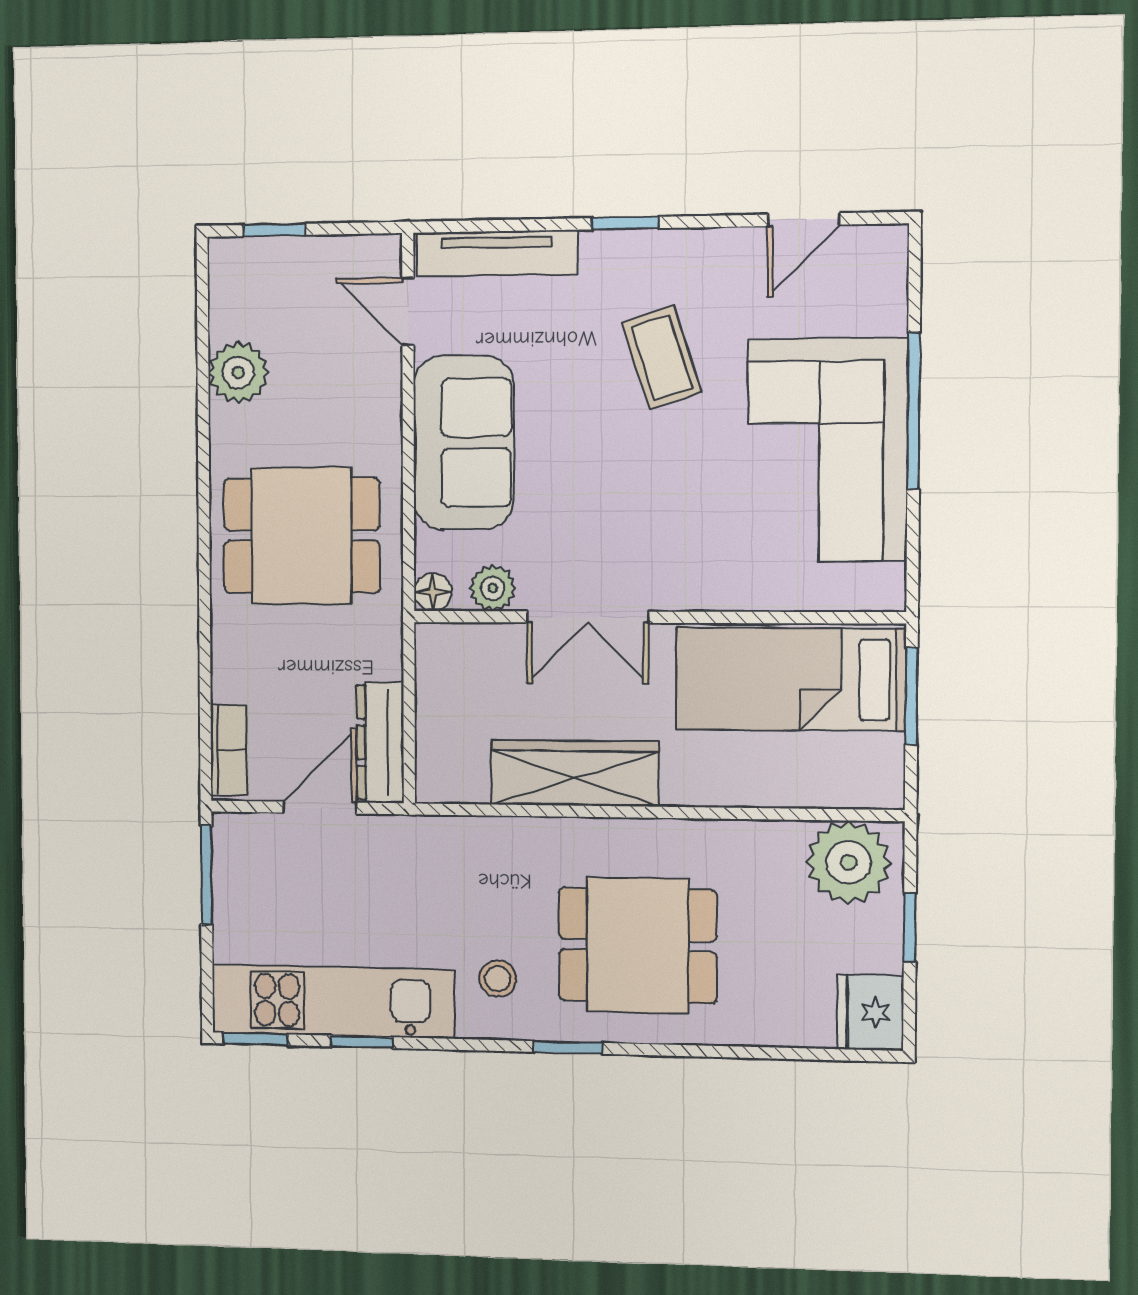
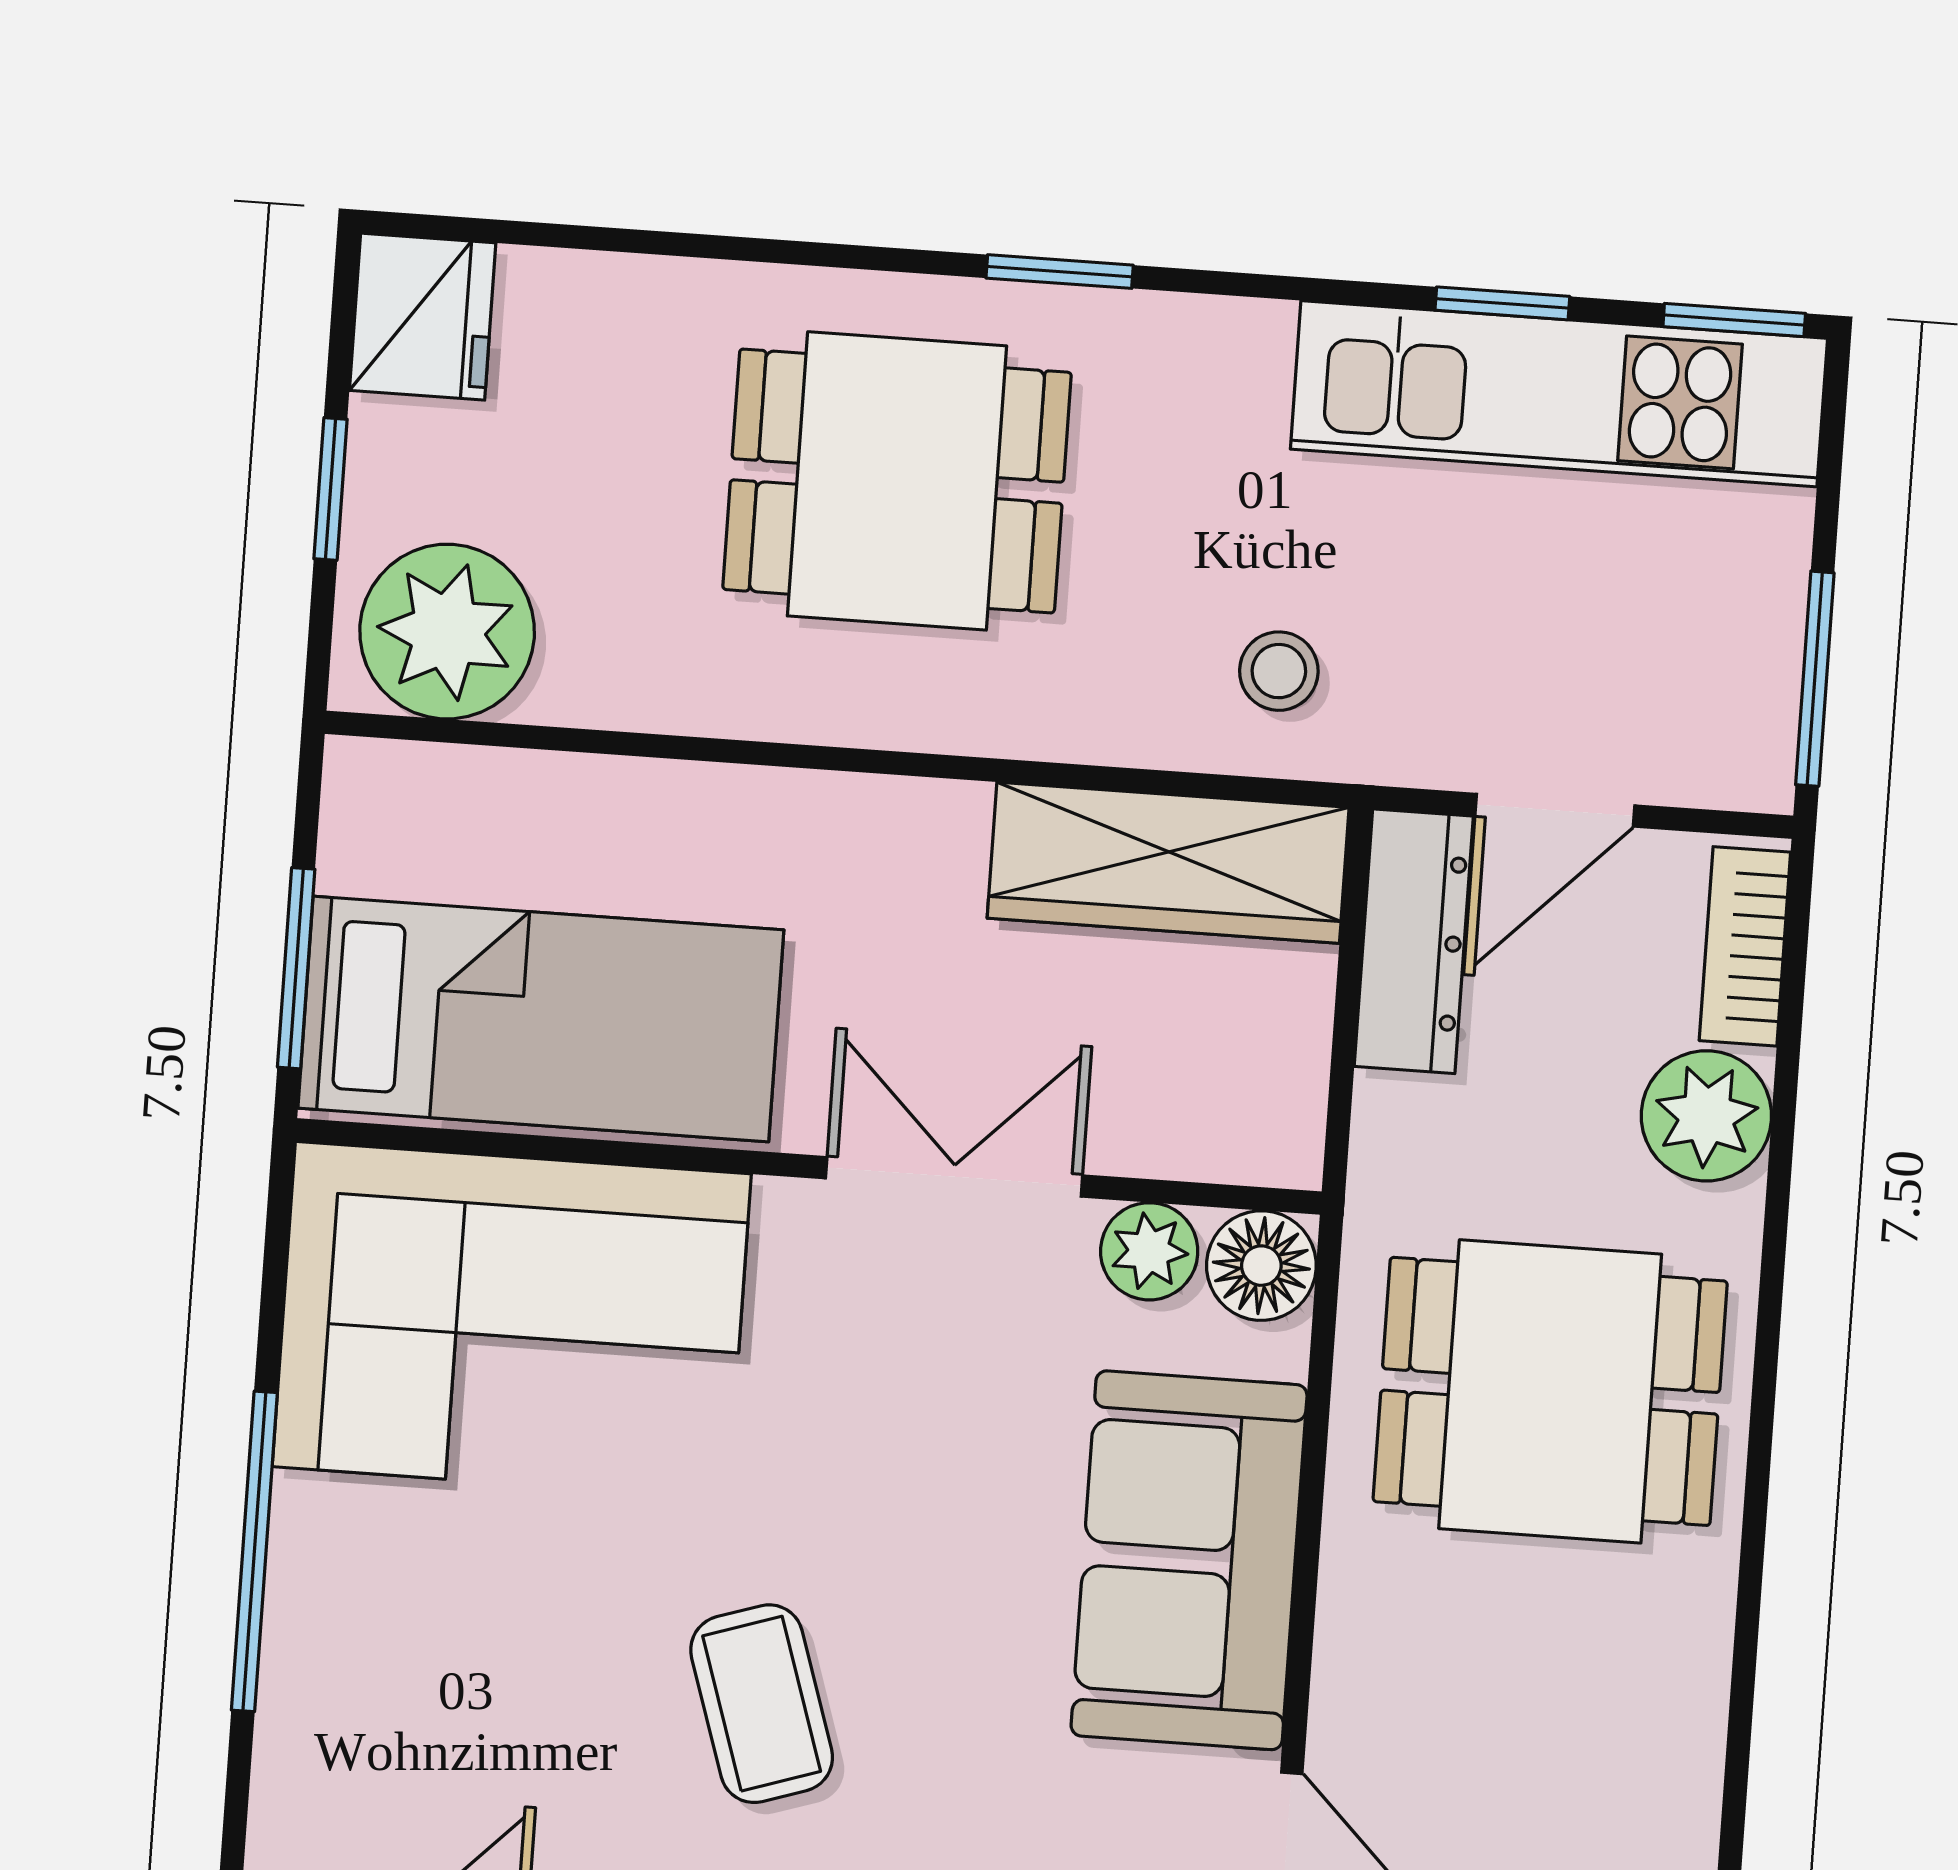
plant: (238, 373) -> (1706, 1116), moved
corner sofa: (827, 450) -> (512, 1320), moved, turned 90
floor lamp: (433, 592) -> (1261, 1266), width x1.37, depth x1.37
wardrobe: (575, 773) -> (1168, 863), moved
stool: (498, 979) -> (1279, 671), moved

